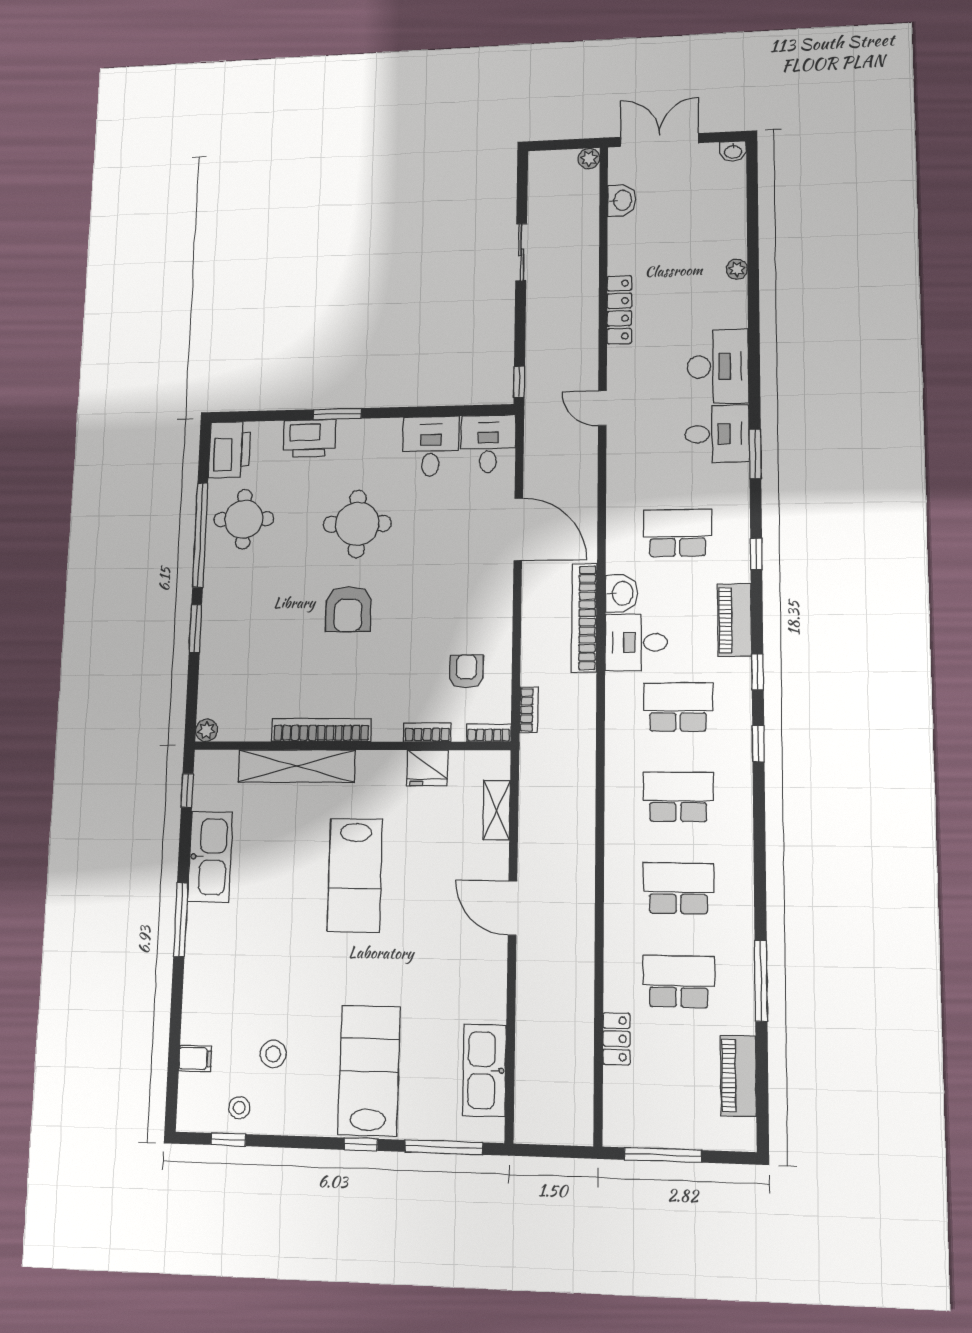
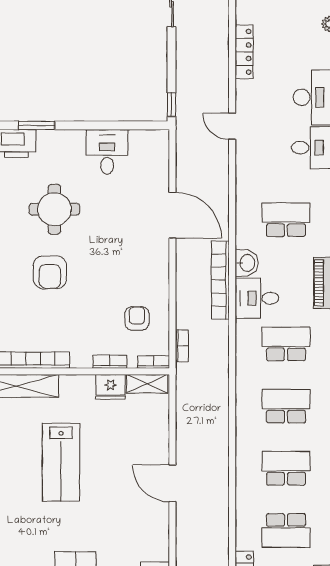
desk: (488, 444) -> (150, 151), removed
shelving: (497, 810) -> (147, 384), moved, turned 90
school desk: (679, 981) -> (286, 530), turned 180

